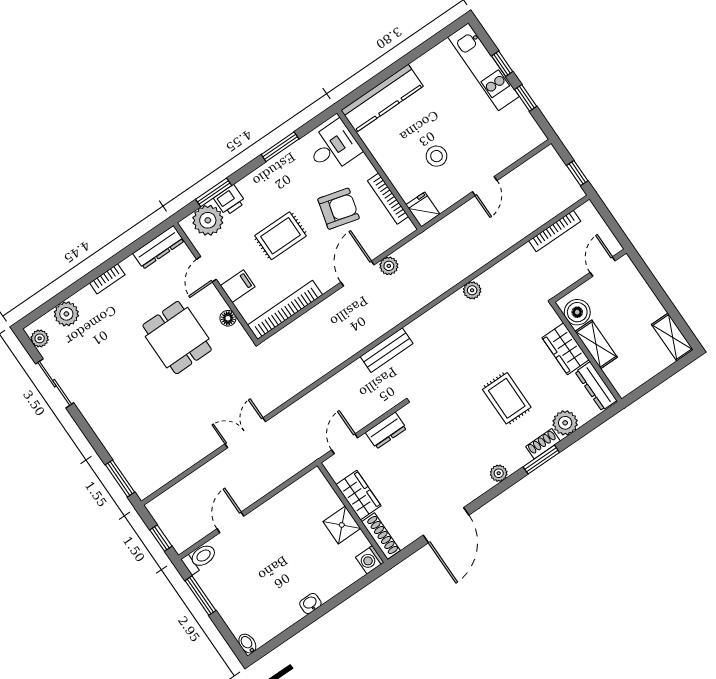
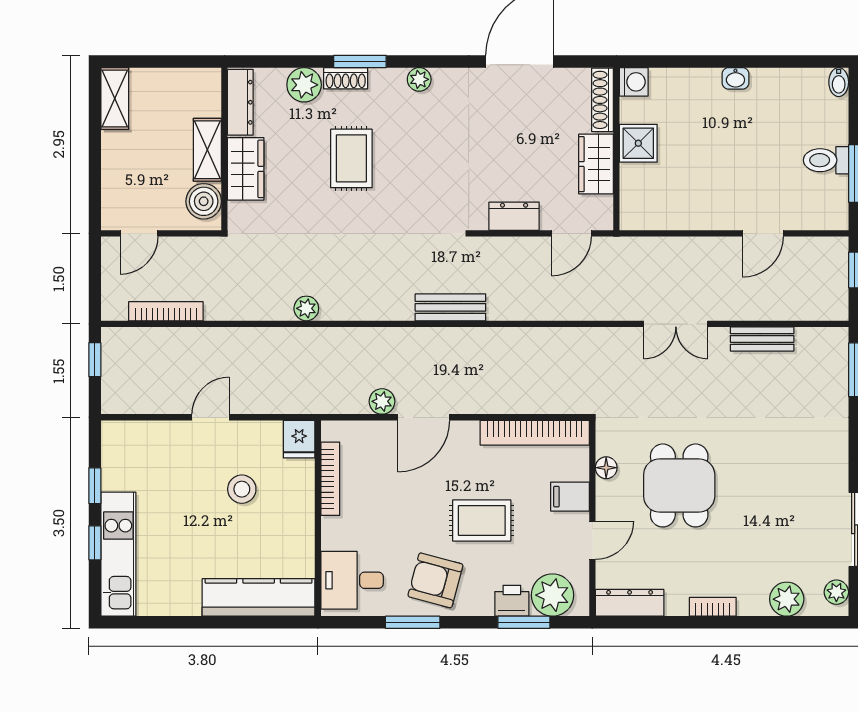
armchair: (339, 209) -> (435, 580), moved
bench: (188, 459) -> (762, 339), added
toilet: (200, 558) -> (826, 160), moved

